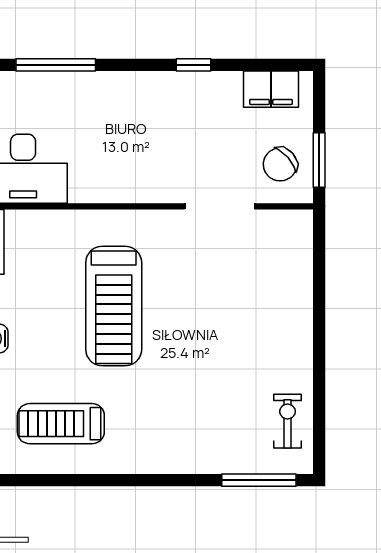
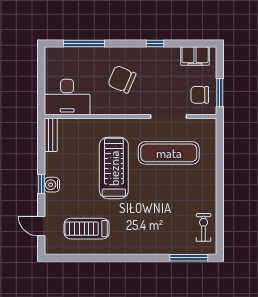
chair: (129, 134) -> (122, 79), added
chair: (280, 164) -> (200, 95), turned 41
exercise mat: (220, 277) -> (169, 153), added
treadmill: (114, 306) -> (114, 168), turned 180

